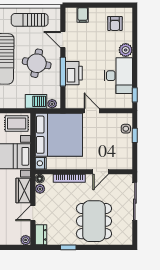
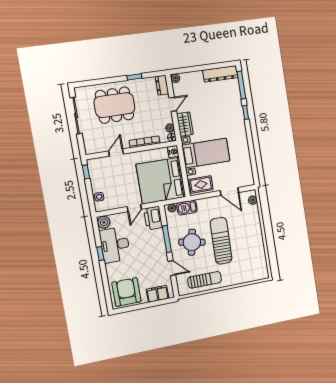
filing cabinet: (83, 15) -> (158, 294), width x2.00
armchair: (115, 23) -> (126, 292), width x1.88, depth x1.88
plant: (126, 50) -> (104, 222), moved
printer: (74, 73) -> (153, 218), moved
window: (135, 95) -> (100, 254), moved
door: (92, 111) -> (134, 208), hinge flipped
window: (135, 135) -> (86, 172), moved
sliding door: (135, 201) -> (76, 116), moved
dining table: (94, 221) -> (114, 105), turned 90

